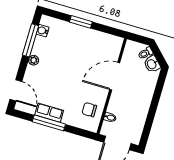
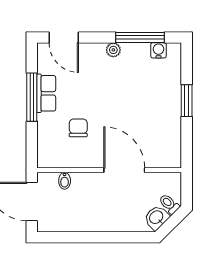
door: (16, 90) -> (64, 37), hinge flipped
chair: (89, 110) -> (78, 128), moved

